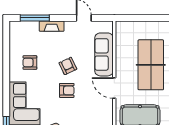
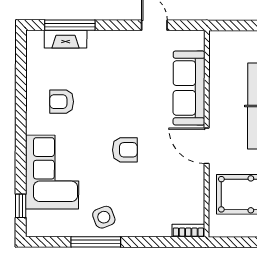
fireplace: (52, 26) -> (66, 39), moved
armchair: (68, 66) -> (127, 108), removed

